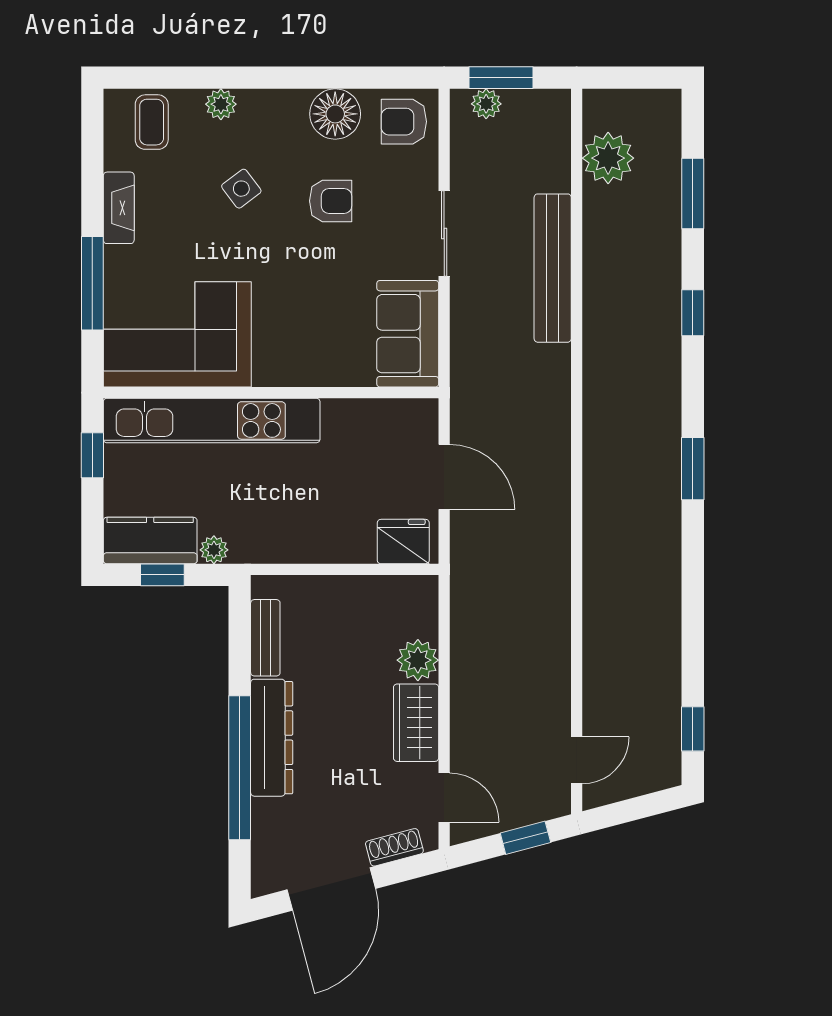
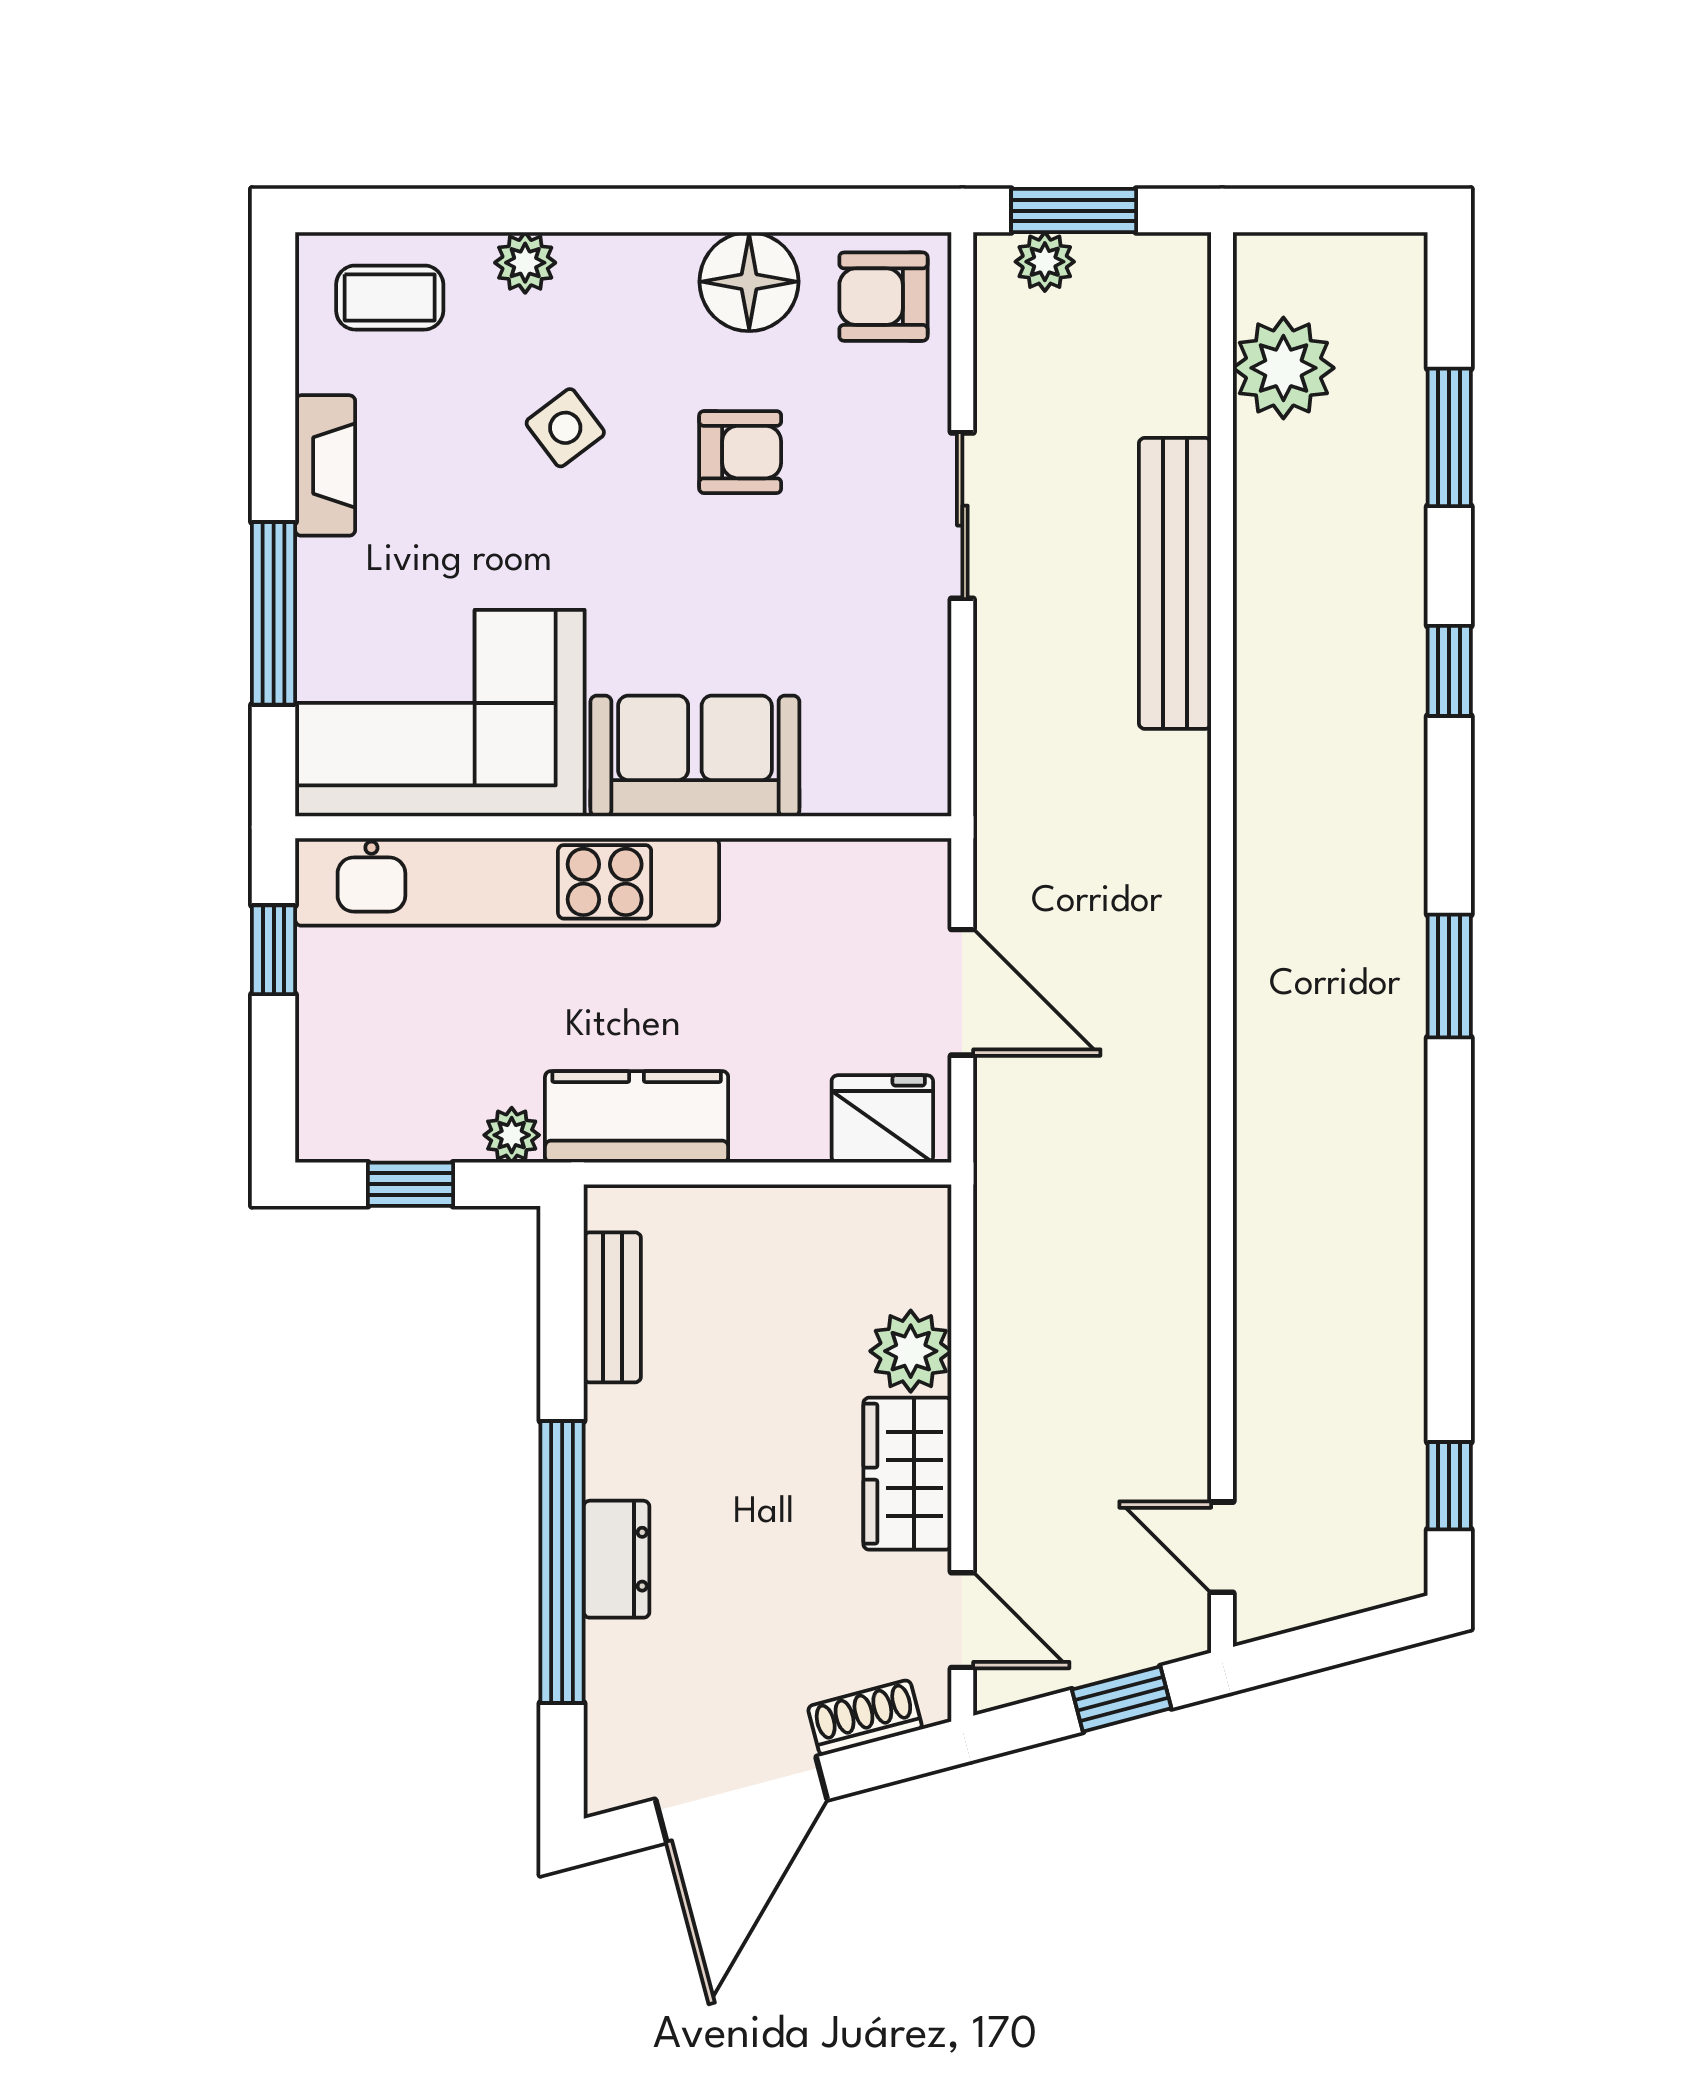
coffee table: (152, 122) -> (390, 298), turned 90
sofa: (408, 334) -> (695, 756), moved, turned 90
kitchen counter: (150, 540) -> (637, 1117), moved
dresser: (272, 738) -> (617, 1559), width x0.51, depth x0.80
door: (577, 760) -> (1222, 1547), swing flipped

